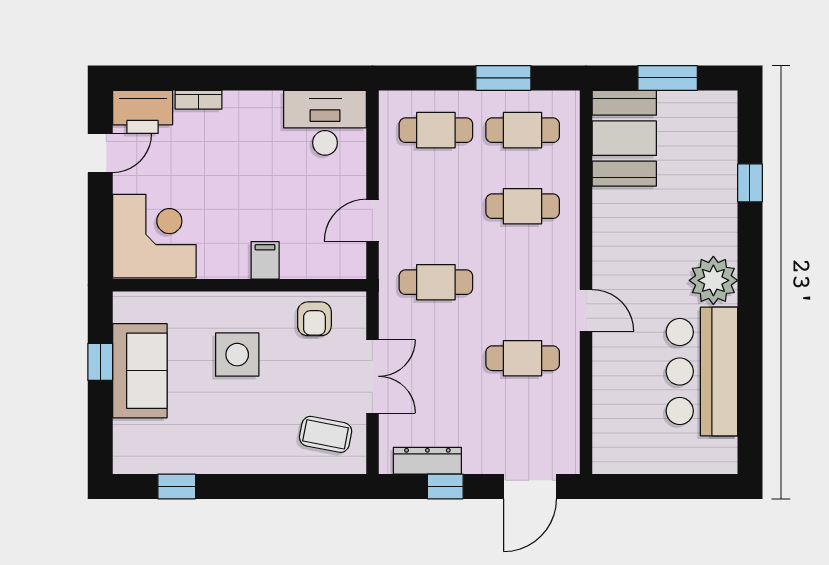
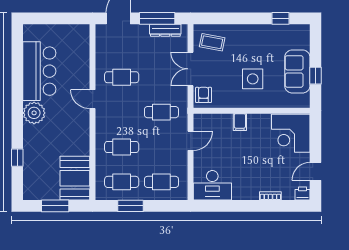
printer: (143, 112) -> (303, 194), width x0.53, depth x0.68
armchair: (314, 319) -> (204, 95), moved
window: (445, 486) -> (157, 18), width x2.17

